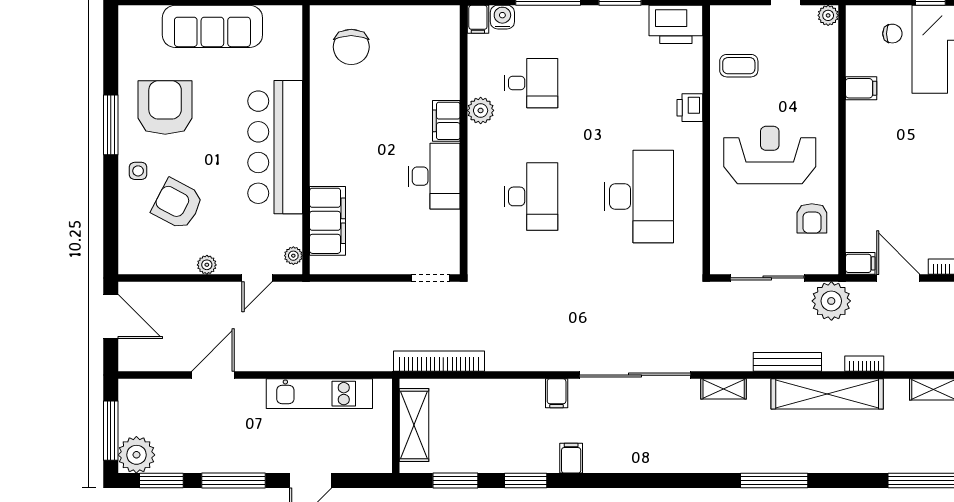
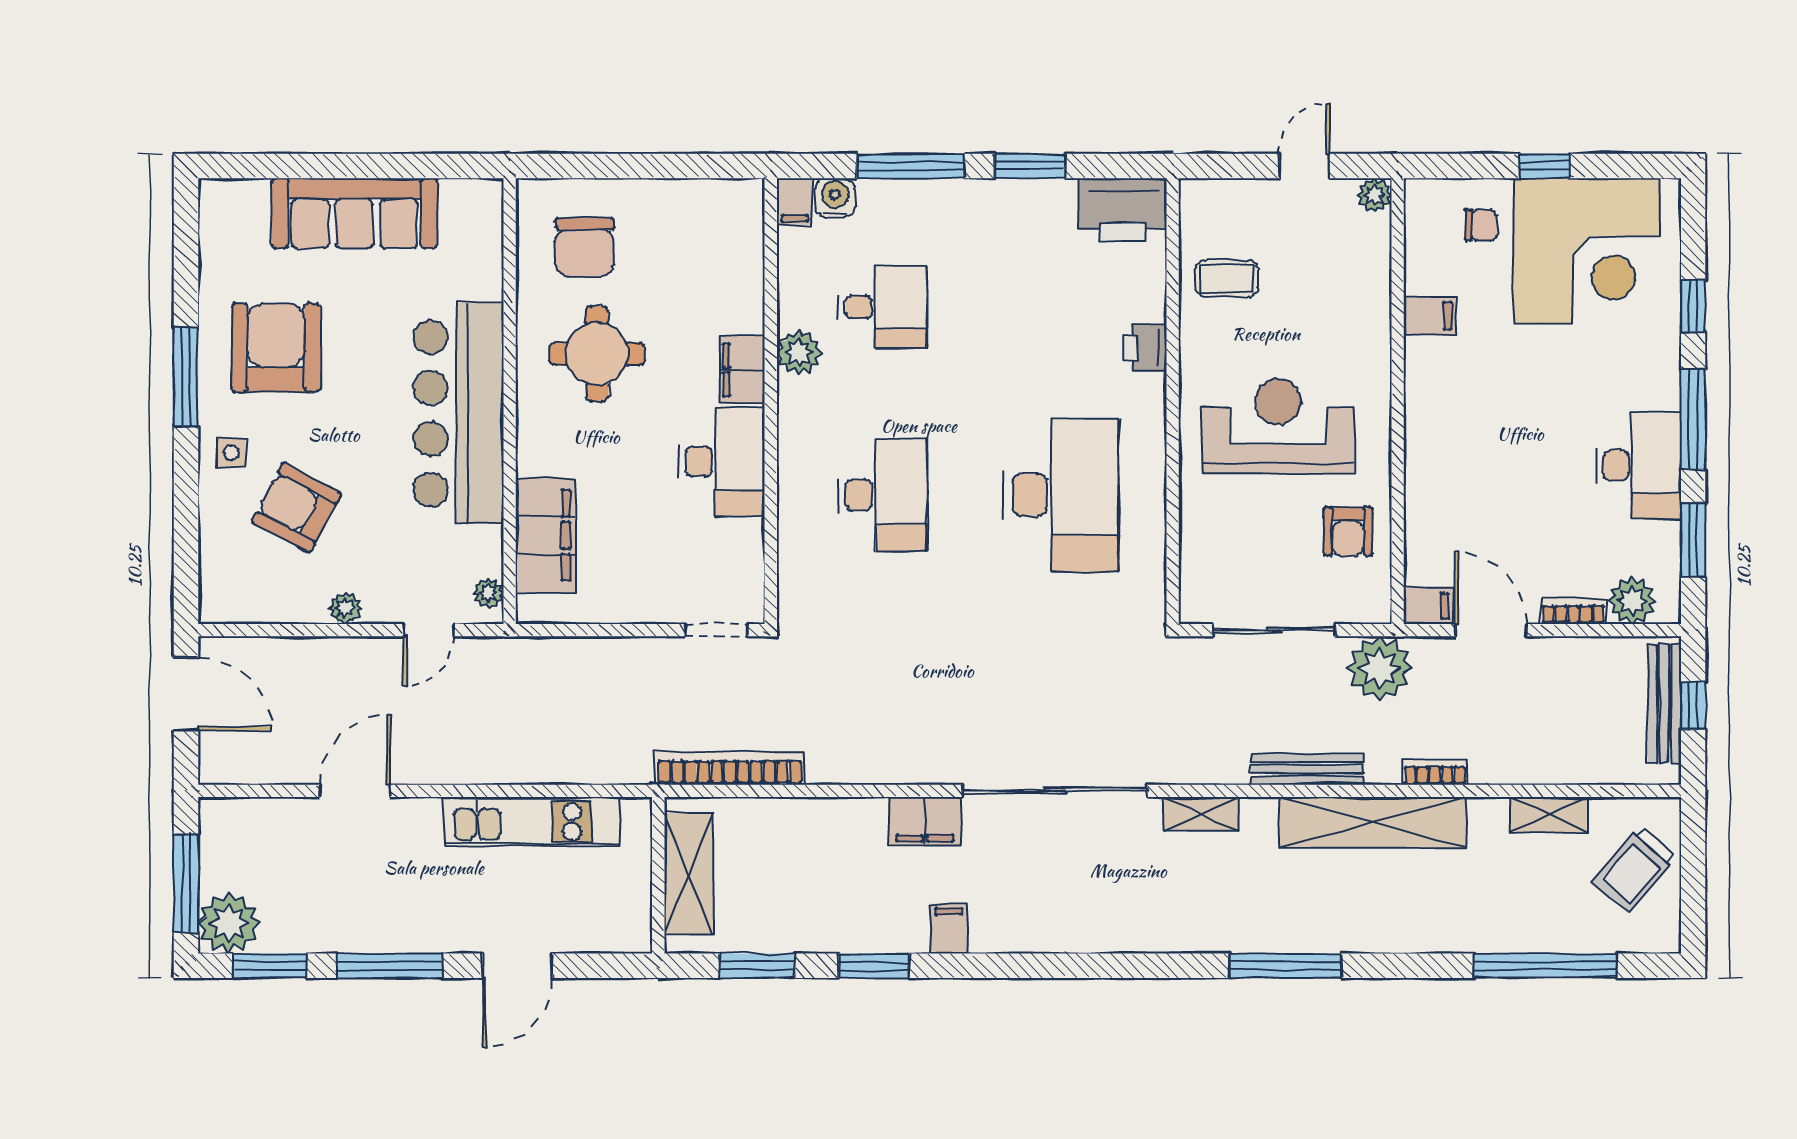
round table: (359, 111) -> (597, 354), added
filing cabinet: (557, 393) -> (925, 821), width x2.00

